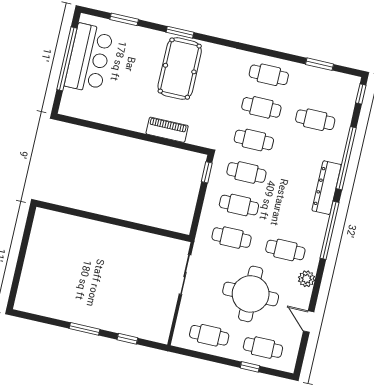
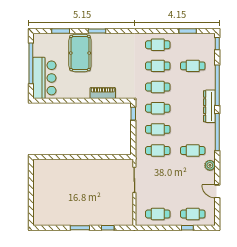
bar counter: (89, 58) -> (44, 78), moved
pool table: (180, 69) -> (80, 53), moved
round table: (251, 294) -> (178, 183), removed

